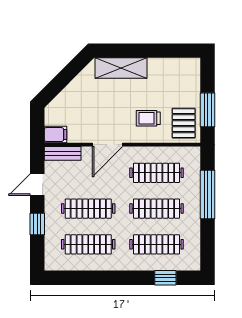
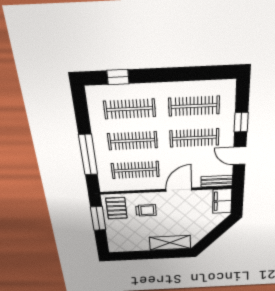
filing cabinet: (55, 135) -> (222, 201), width x2.00
door: (37, 185) -> (239, 156), swing flipped

